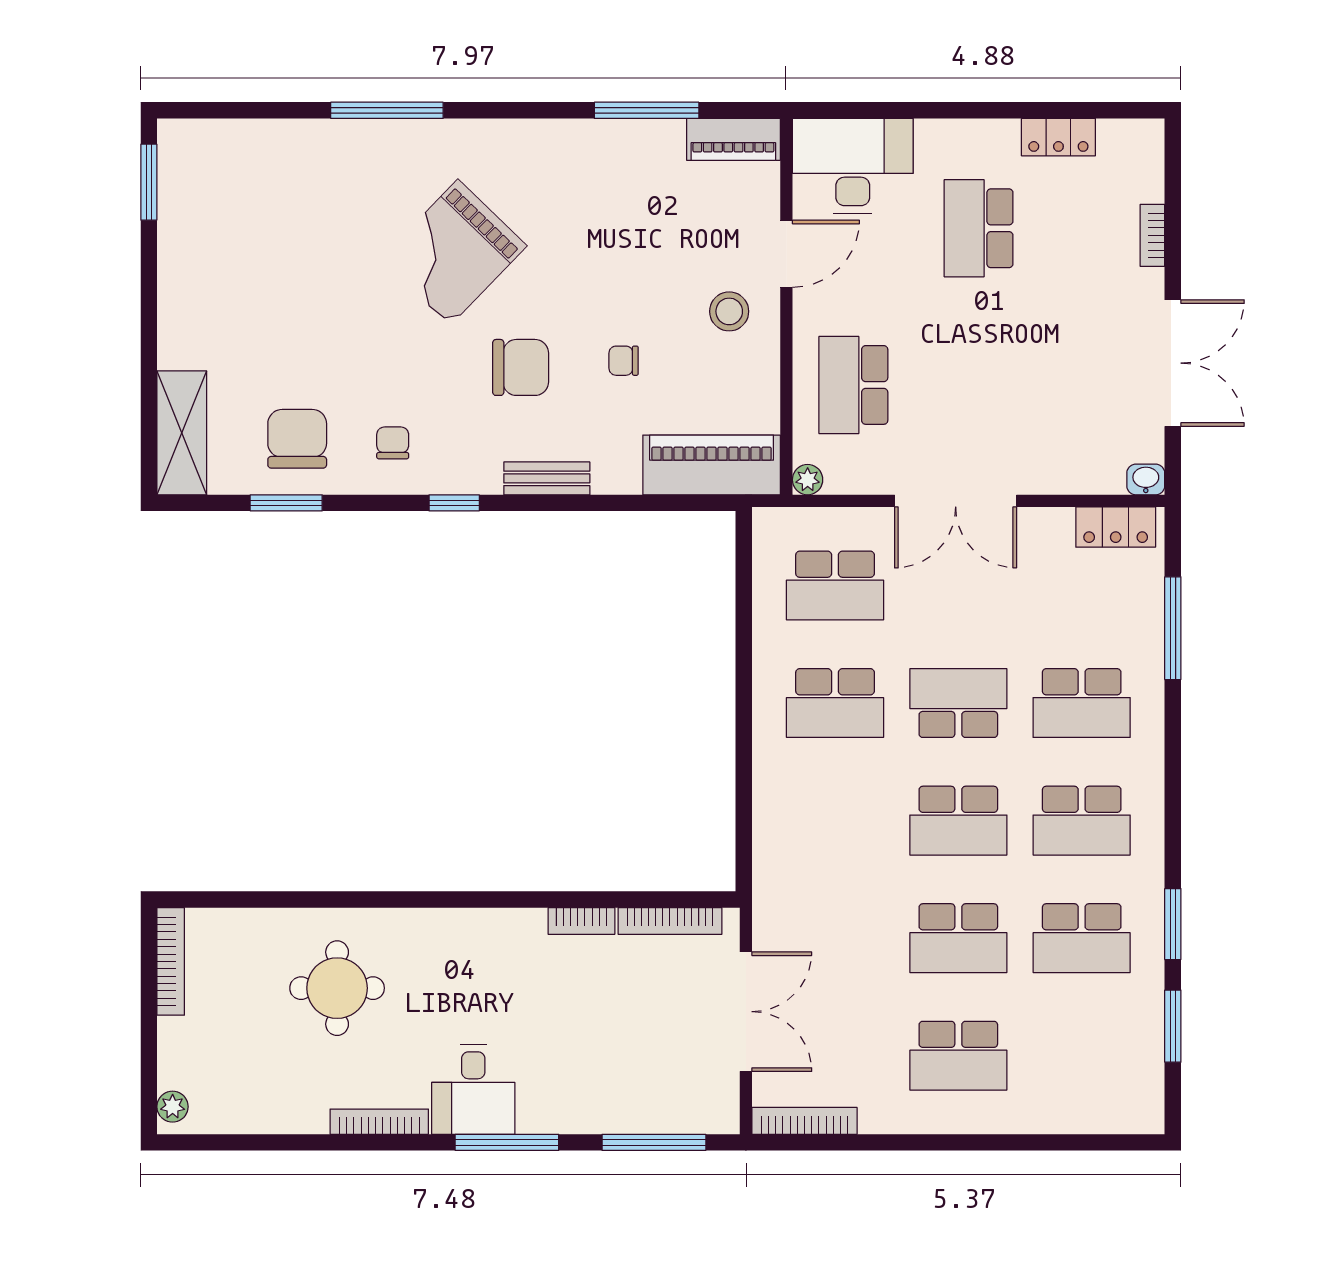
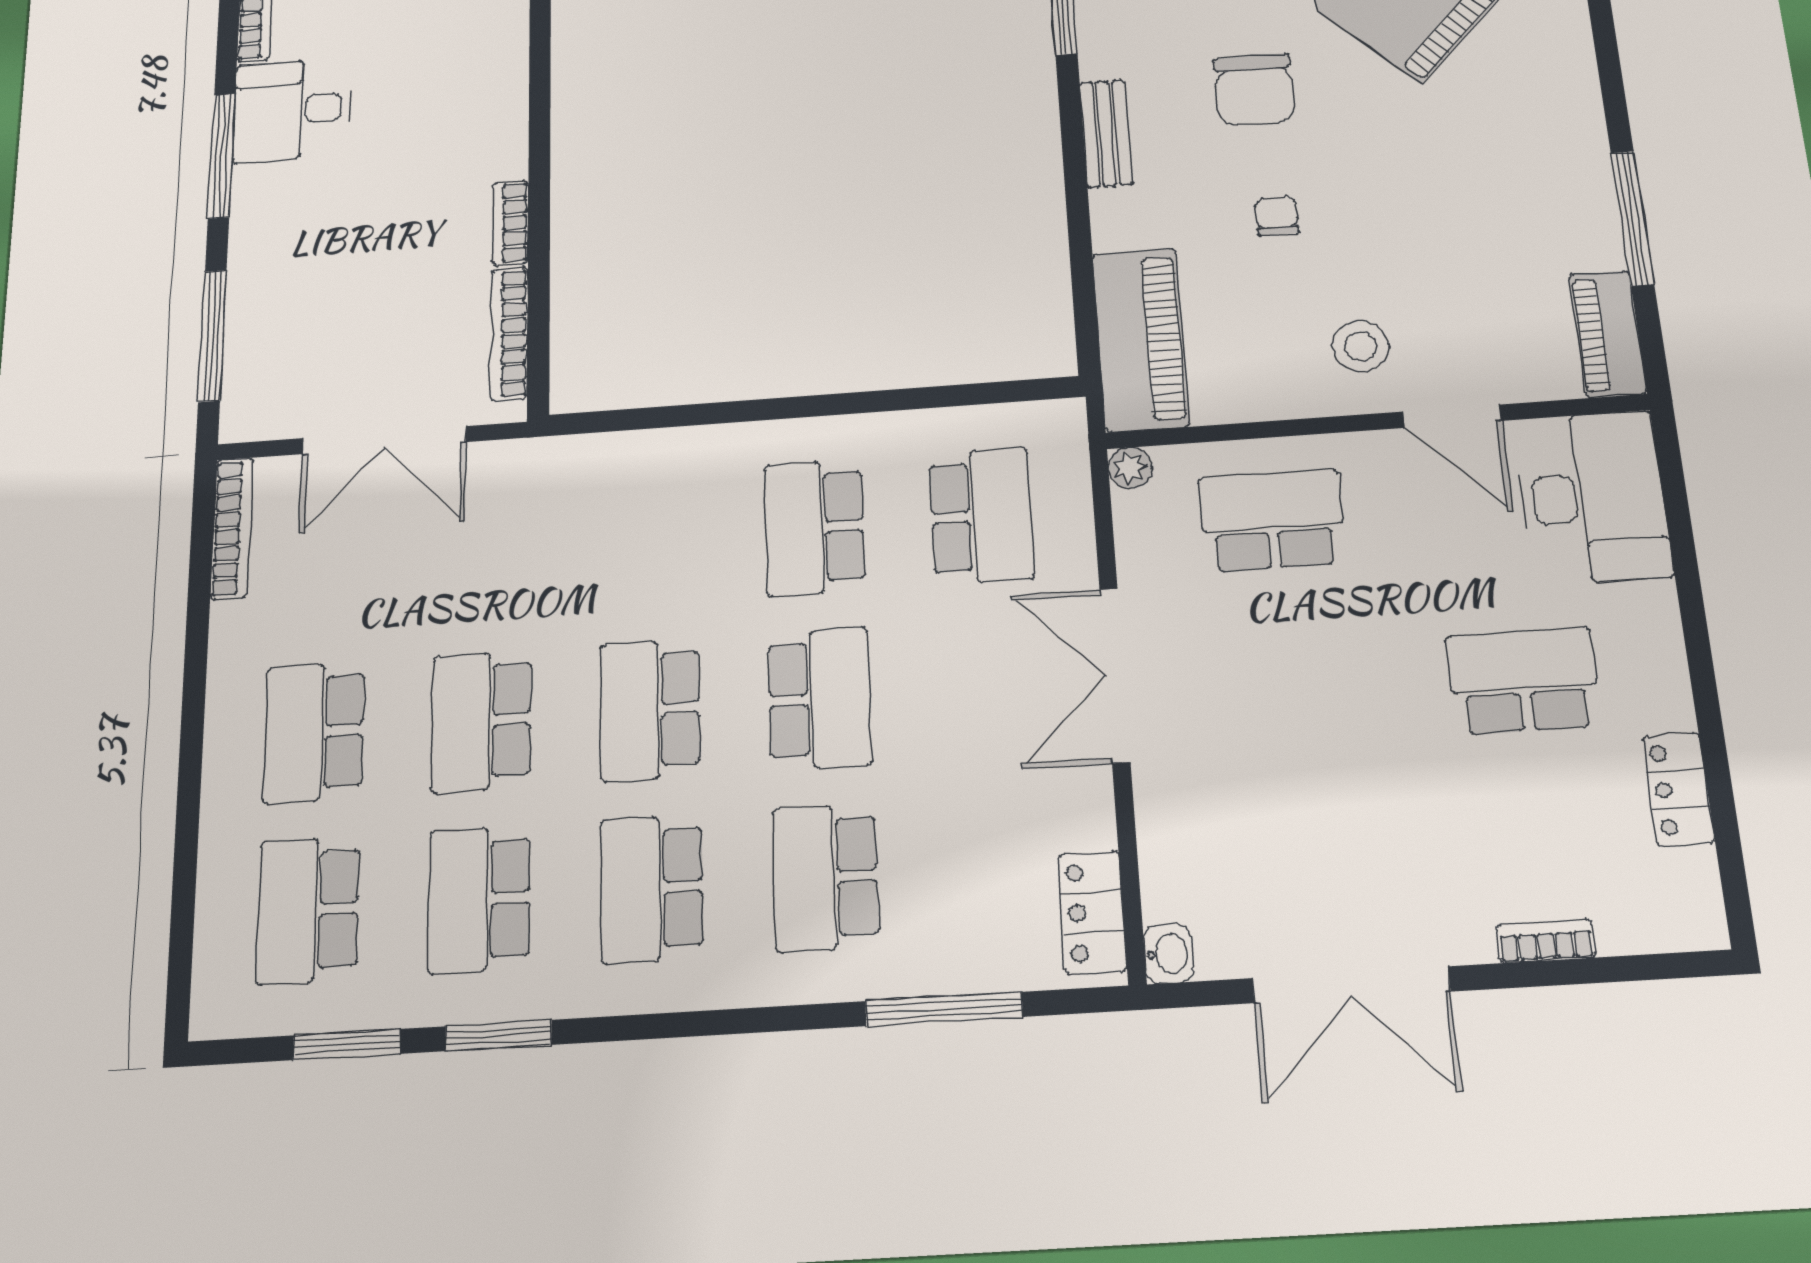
school desk: (835, 586) -> (981, 516), turned 180
school desk: (1082, 1056) -> (308, 910), added

